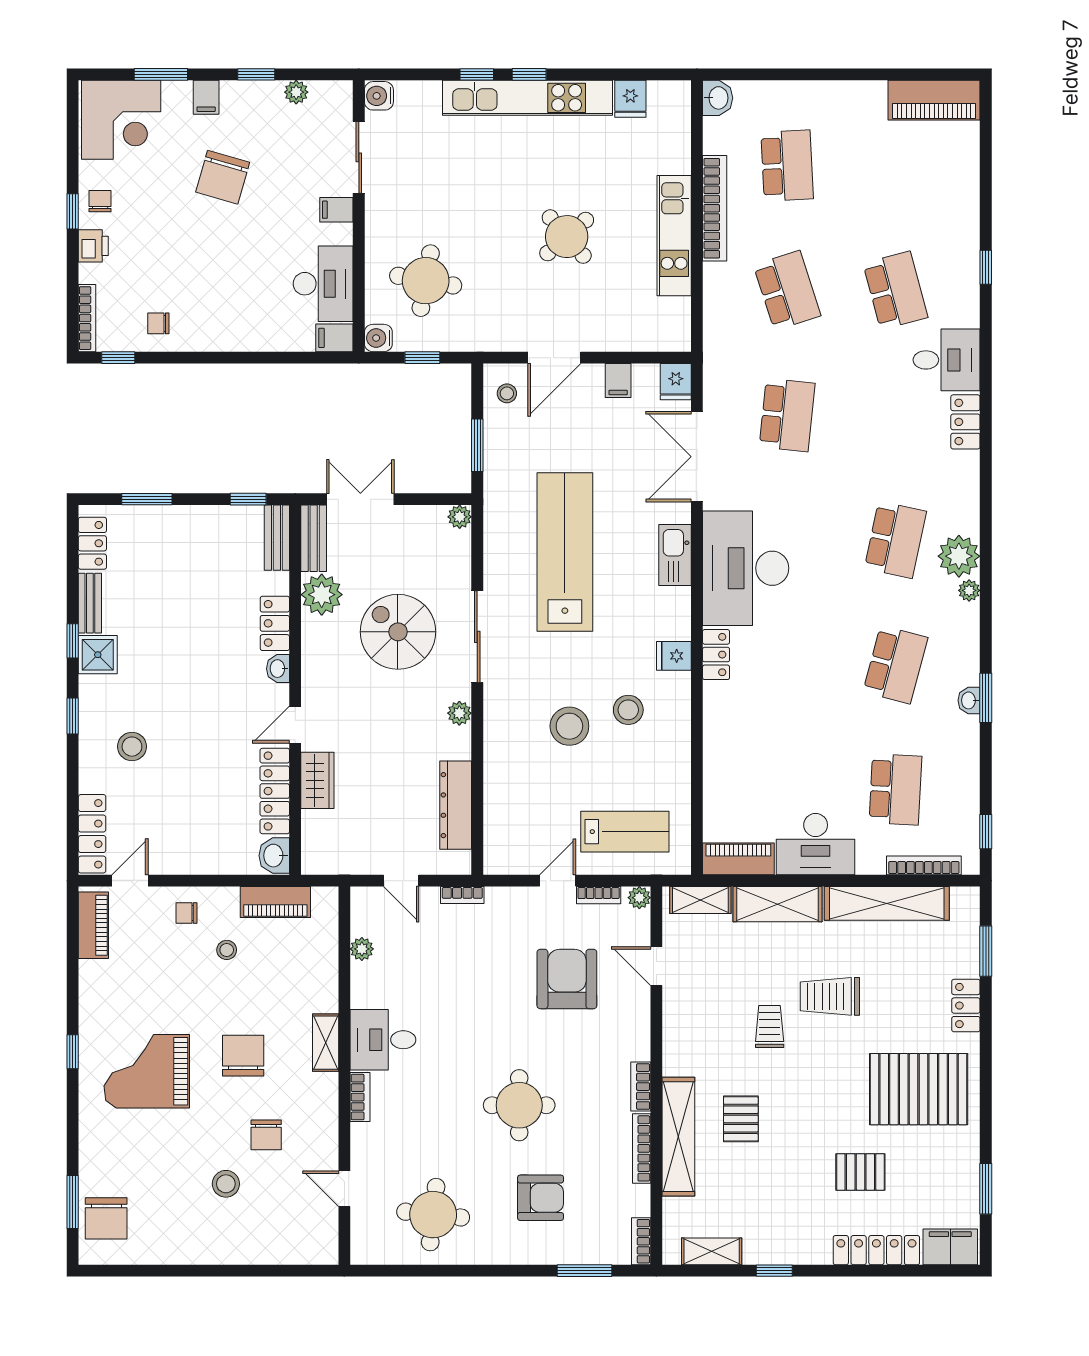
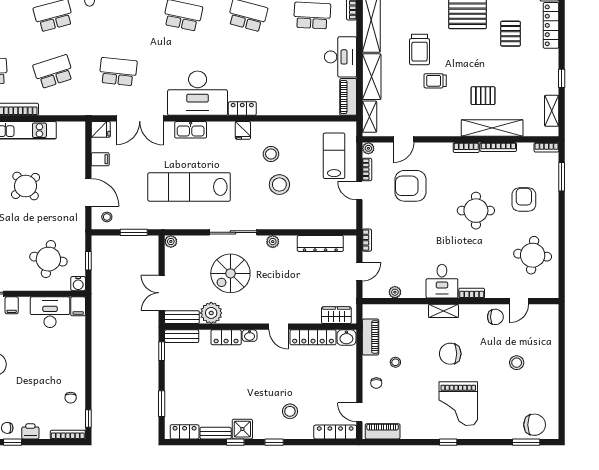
wardrobe: (317, 780) -> (336, 315), moved
chair: (266, 1135) -> (495, 317), moved

